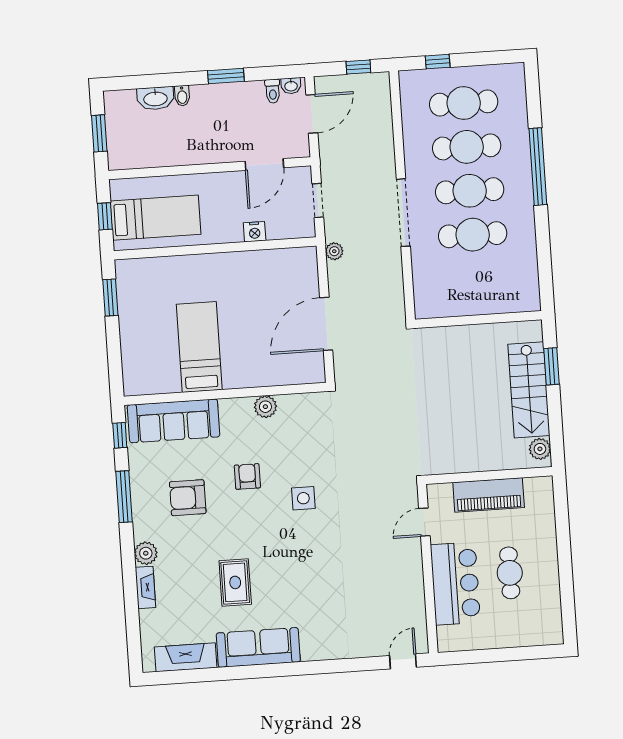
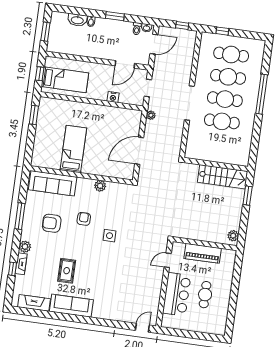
stairs: (529, 390) -> (223, 177), moved, turned -90
window: (120, 435) -> (13, 269), moved

